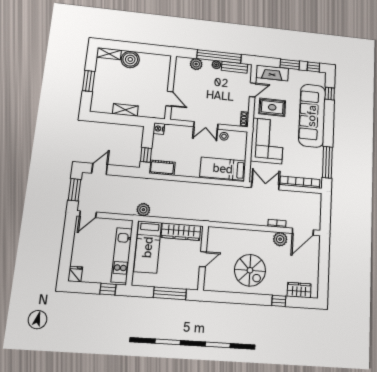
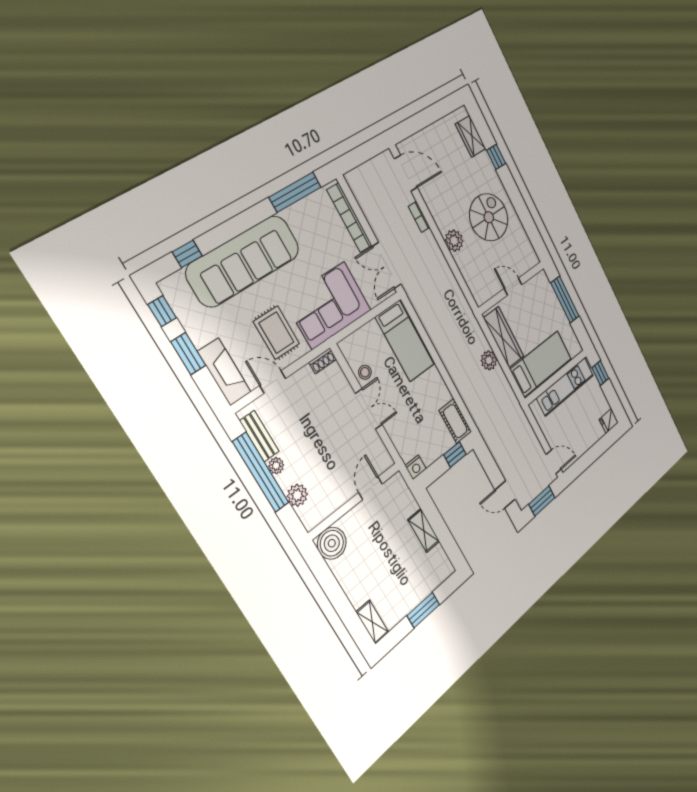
boiler: (130, 59) -> (332, 543), moved
plant: (143, 210) -> (489, 360), moved
plant: (280, 239) -> (454, 241), moved

